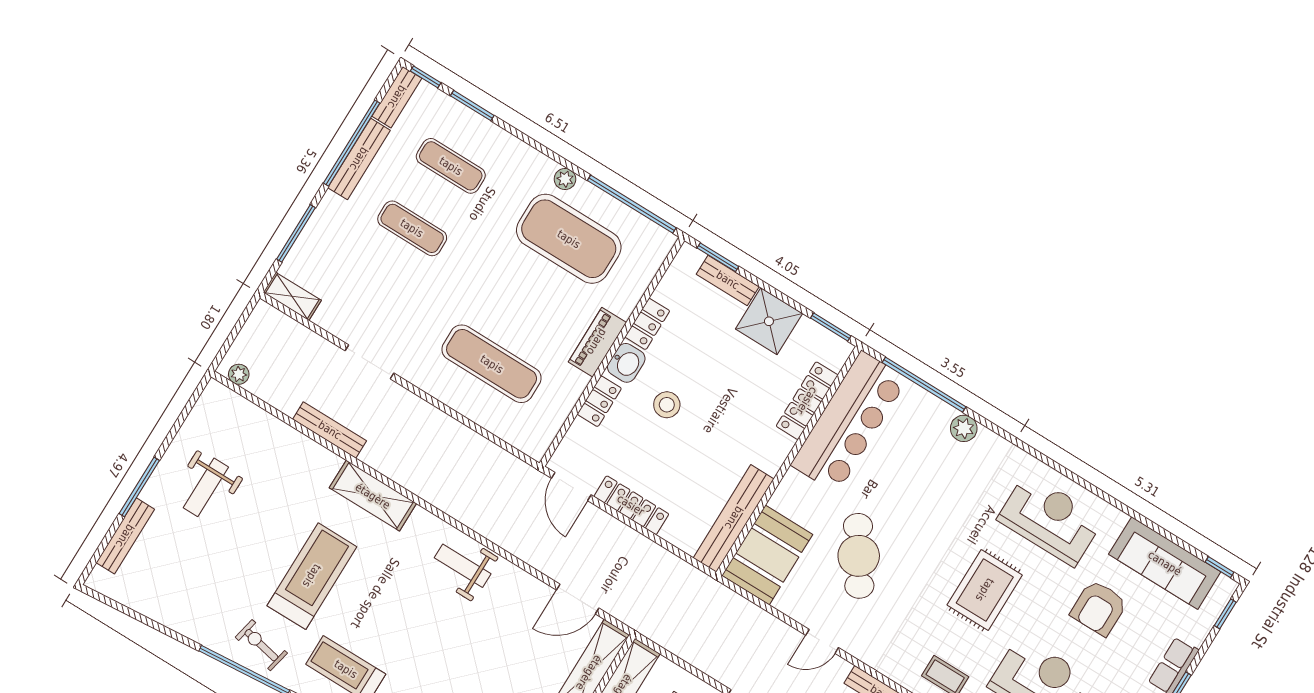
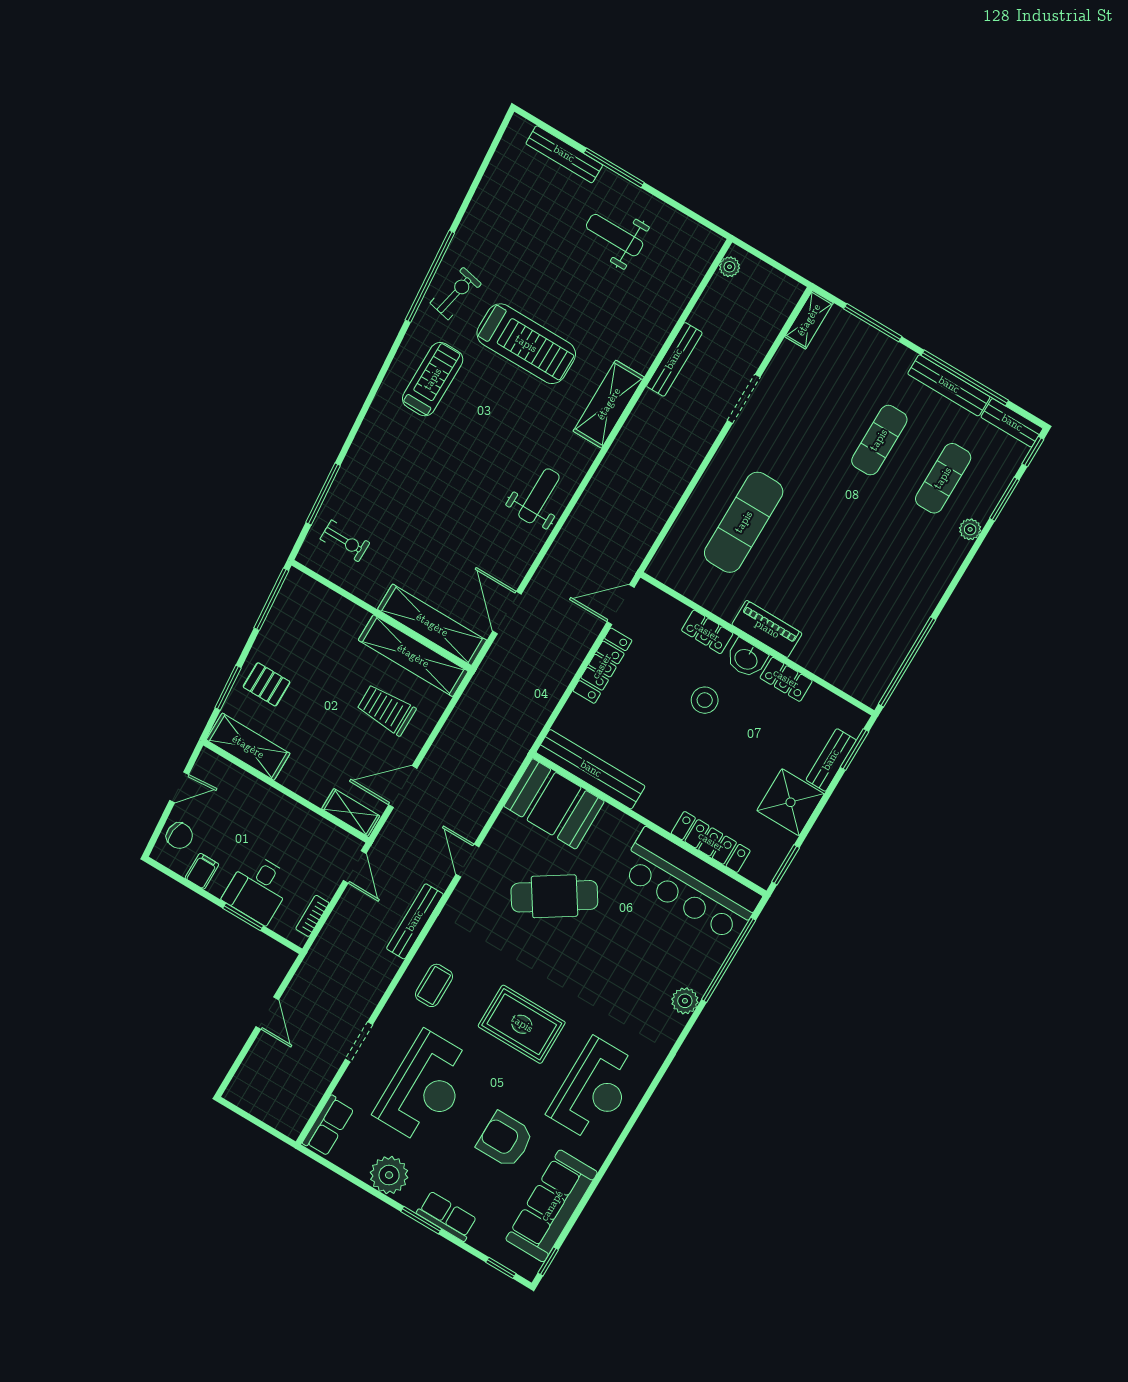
plant: (565, 179) -> (970, 529), moved
exercise mat: (569, 239) -> (871, 599), removed

